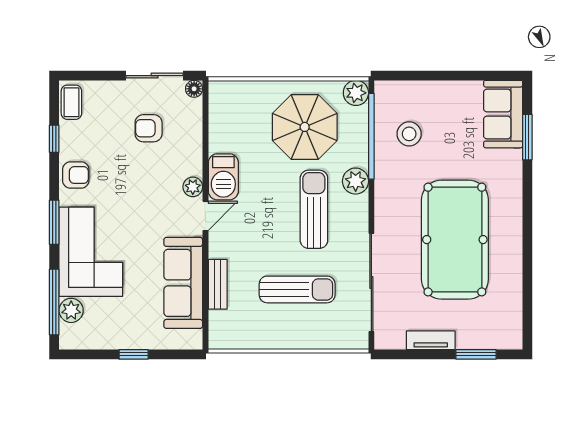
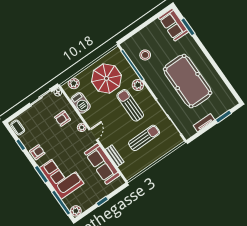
plant: (356, 93) -> (74, 83), moved
armchair: (149, 128) -> (63, 119), moved
barbecue: (223, 177) -> (81, 103), moved
plant: (71, 310) -> (76, 211), moved

